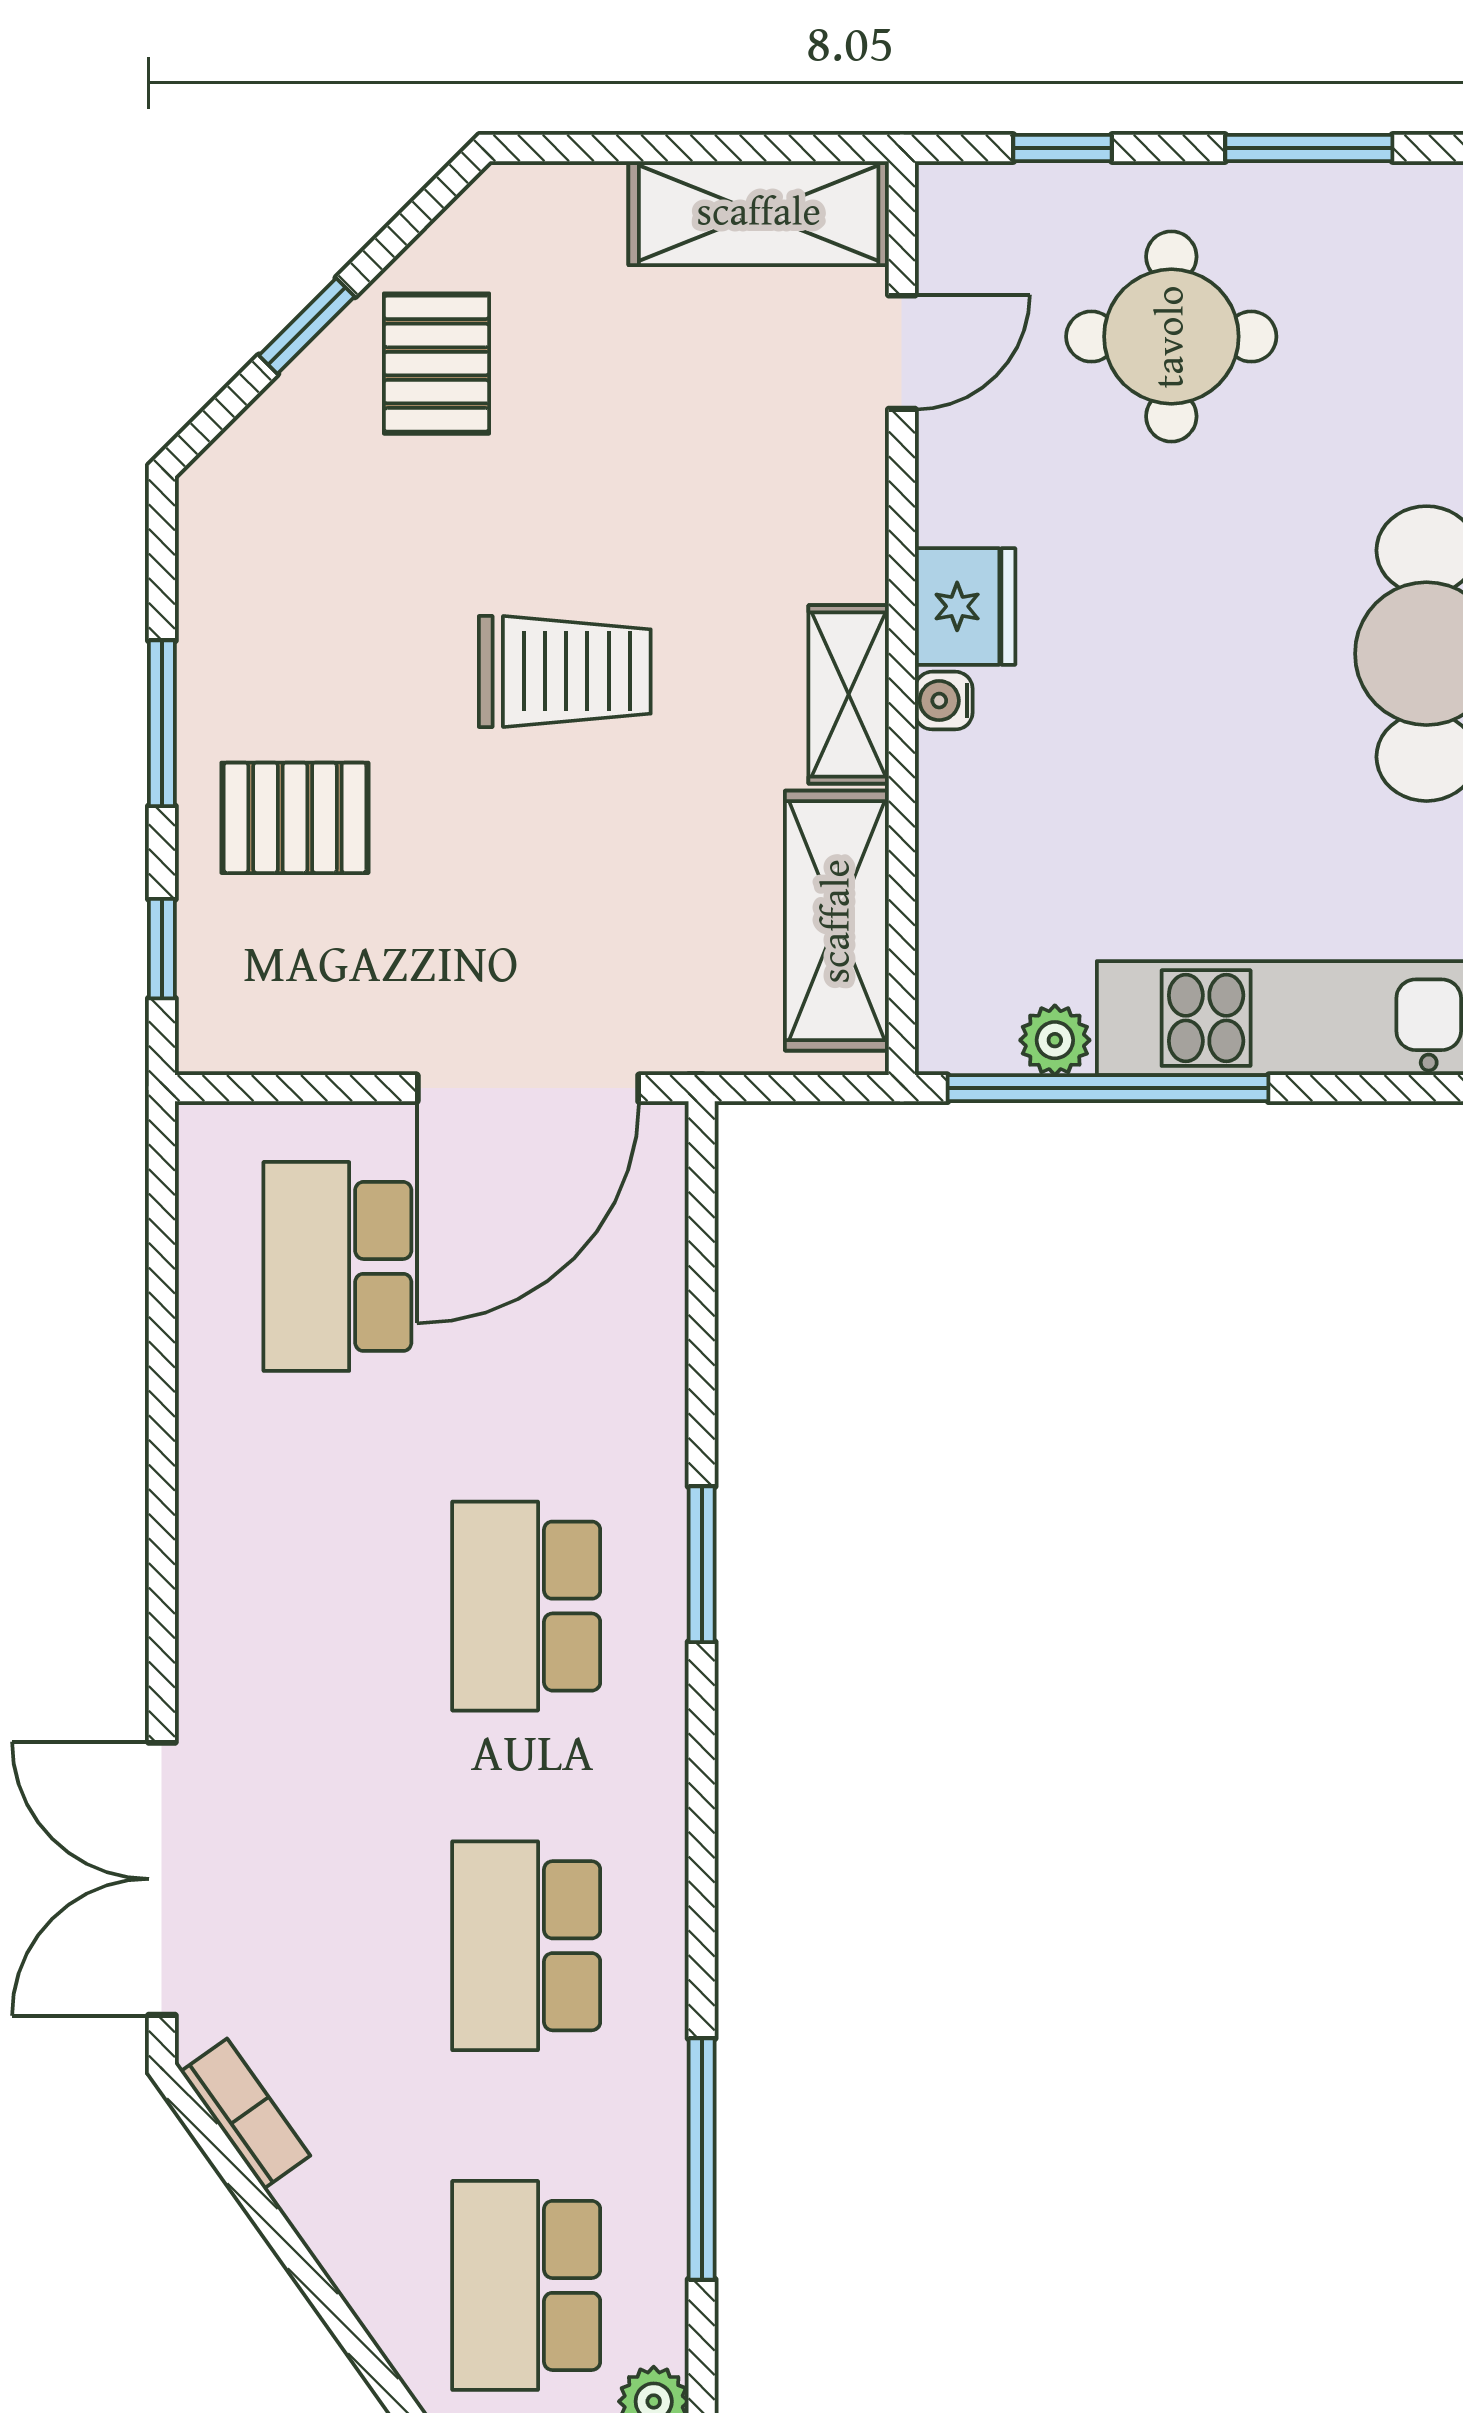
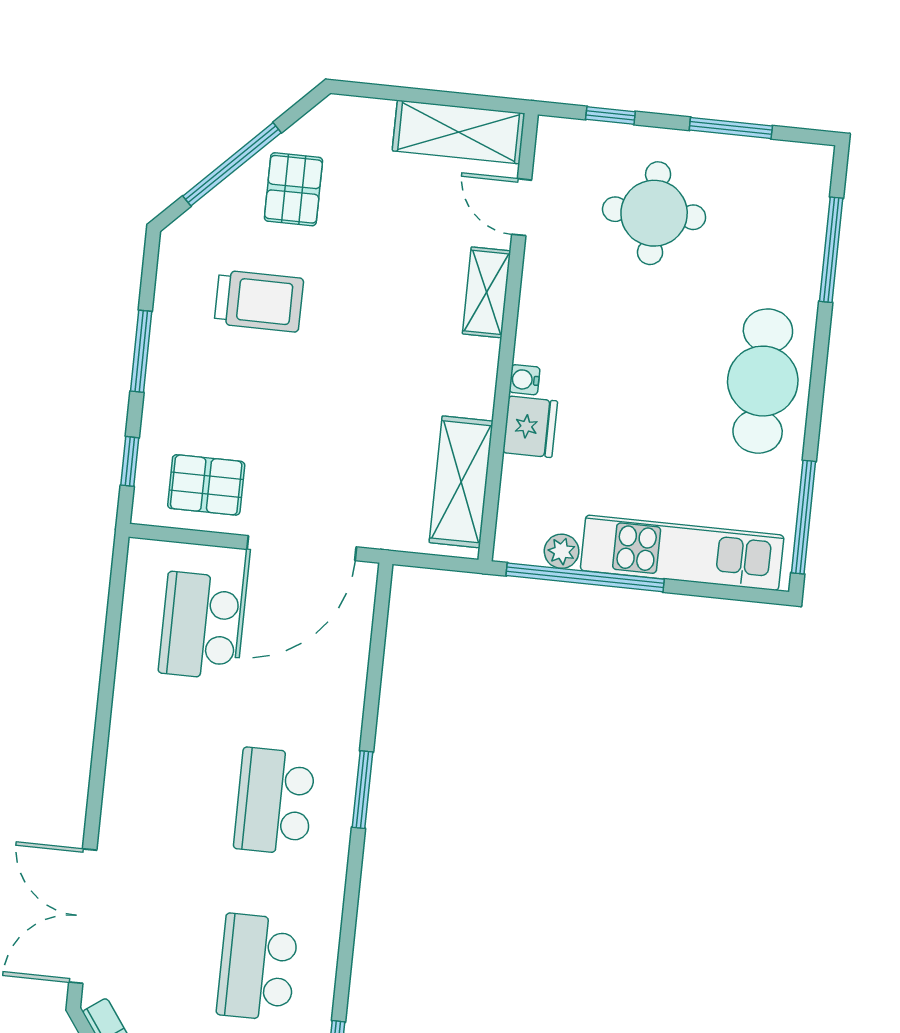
window: (307, 326) -> (232, 164), width x2.17
door: (902, 352) -> (522, 207), swing flipped
fridge: (965, 606) -> (530, 427), moved
trolley: (565, 671) -> (259, 301), moved
shelving: (849, 694) -> (486, 292), moved
pallet: (295, 818) -> (206, 485), moved

